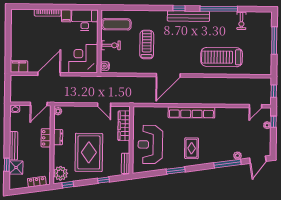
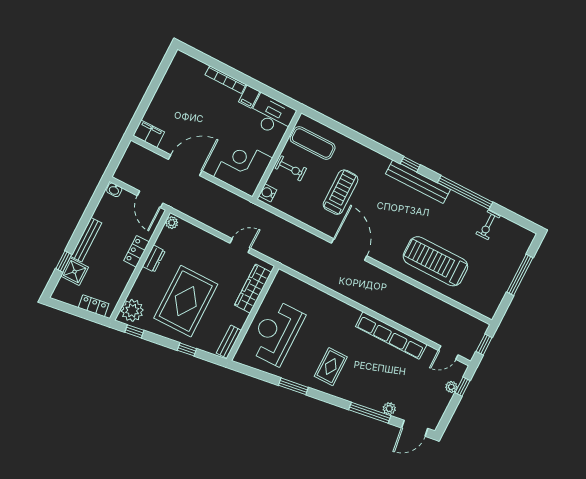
door: (168, 75) -> (349, 249), swing flipped
door: (39, 104) -> (150, 199), hinge flipped
door: (104, 105) -> (240, 246), swing flipped
row of seats: (191, 113) -> (391, 335), moved

